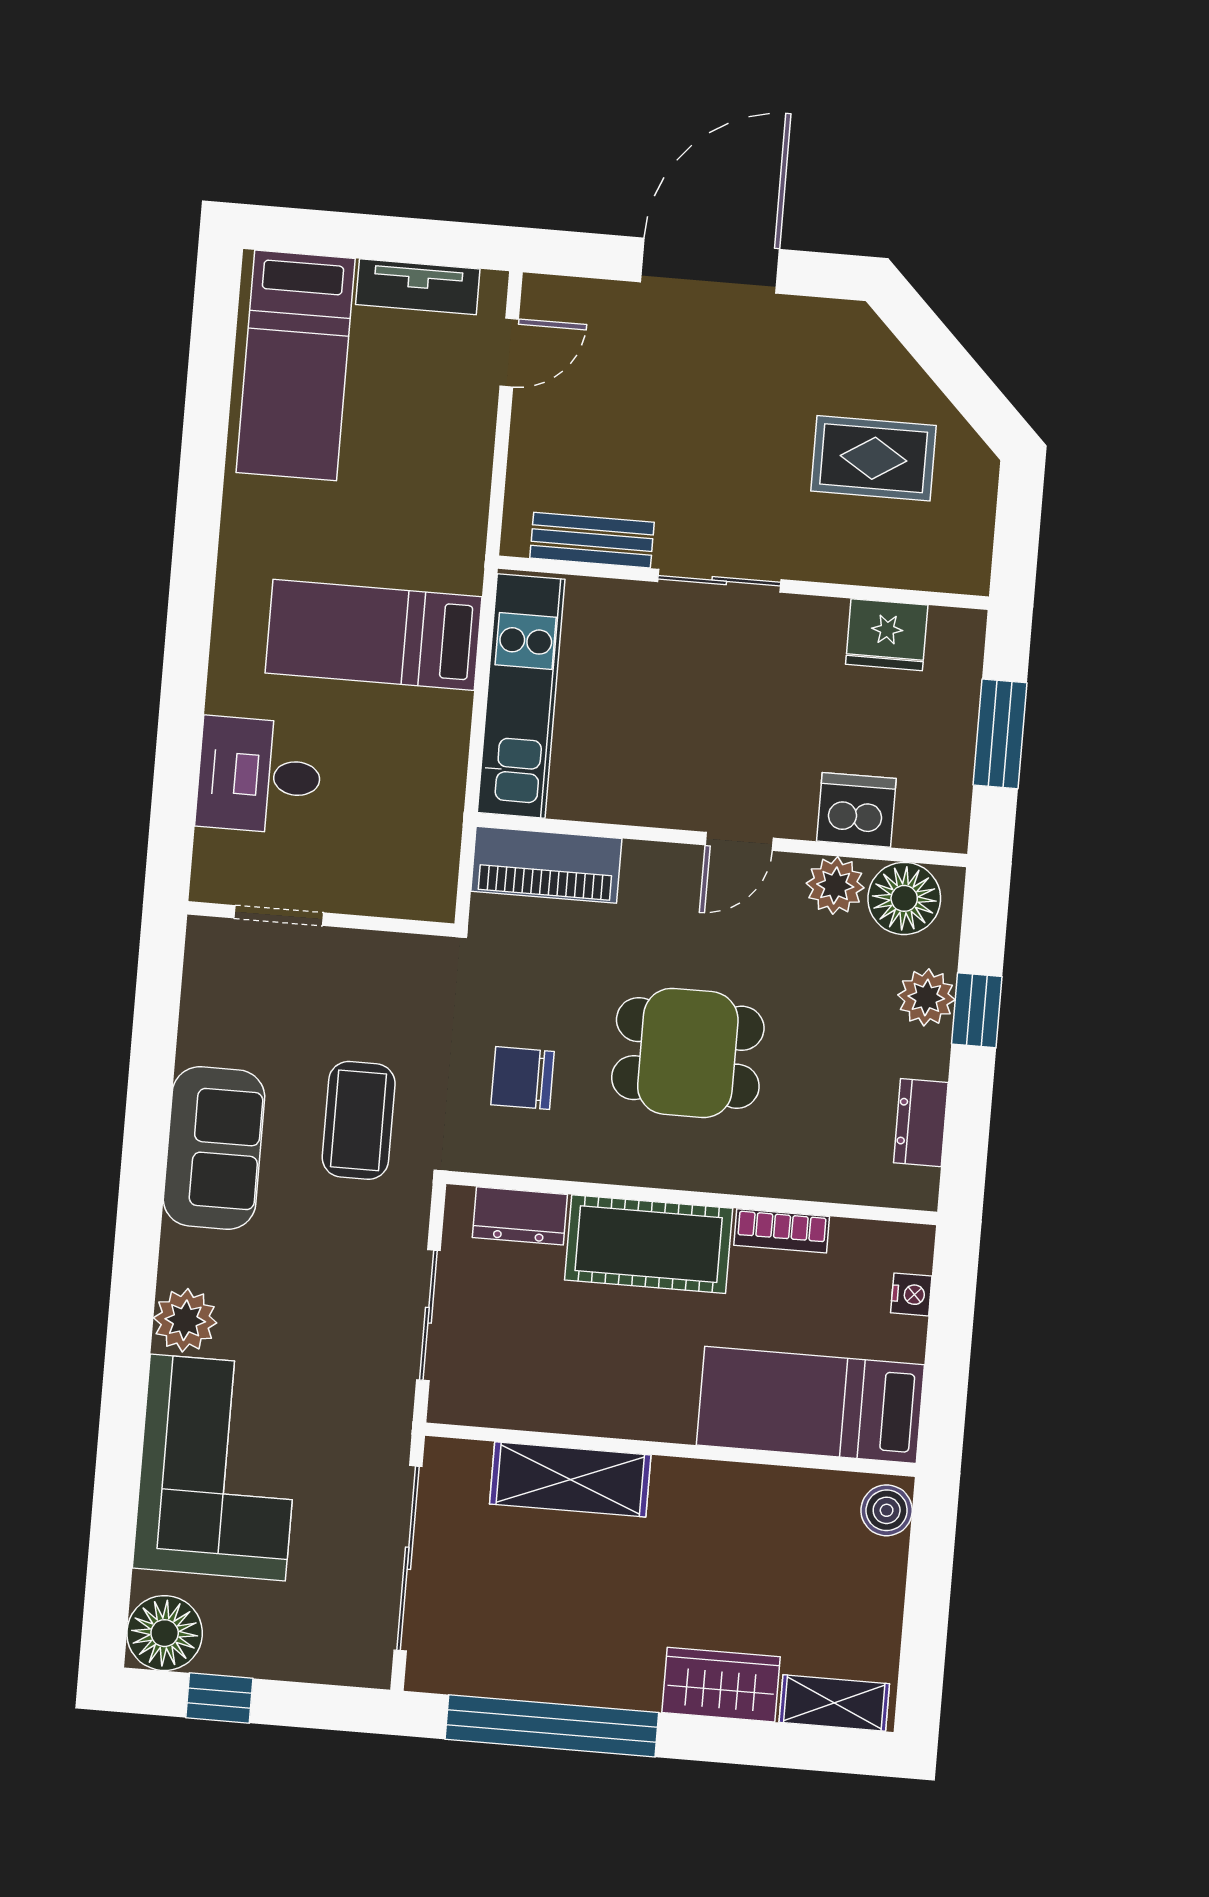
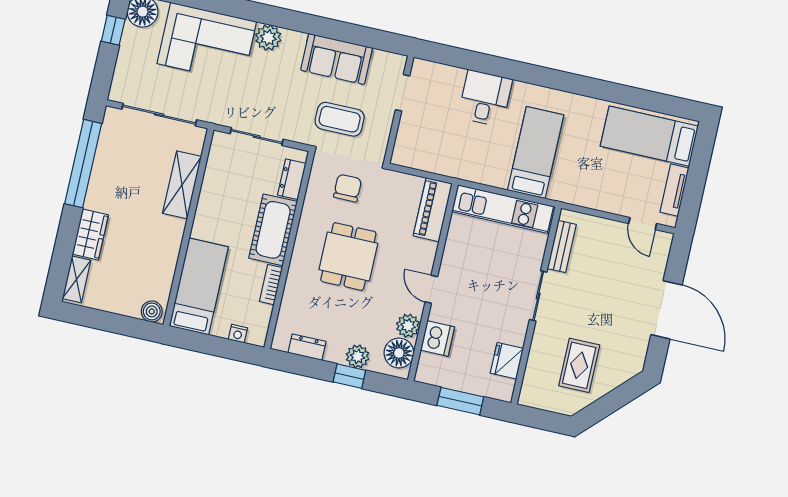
doorway: (279, 915) -> (403, 93), moved
wall: (321, 919) -> (399, 110), moved

